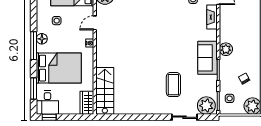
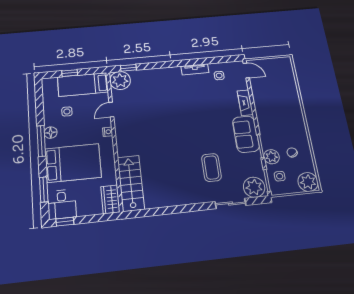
fireplace: (212, 17) -> (245, 103), moved
plant: (226, 49) -> (271, 157), moved

